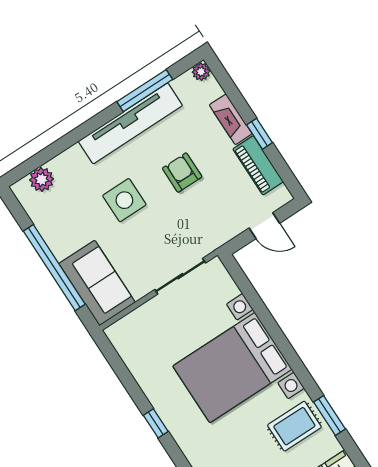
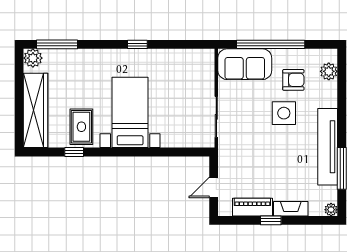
armchair: (182, 173) -> (293, 80), moved
bed with nightstands: (232, 368) -> (130, 112), width x0.73
window: (329, 415) -> (74, 152), width x0.67

